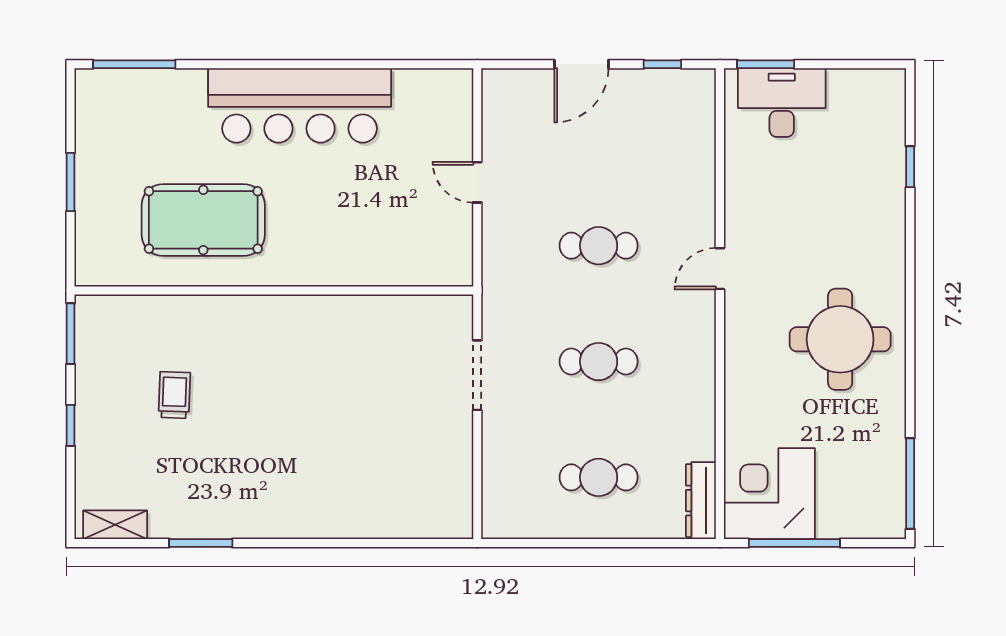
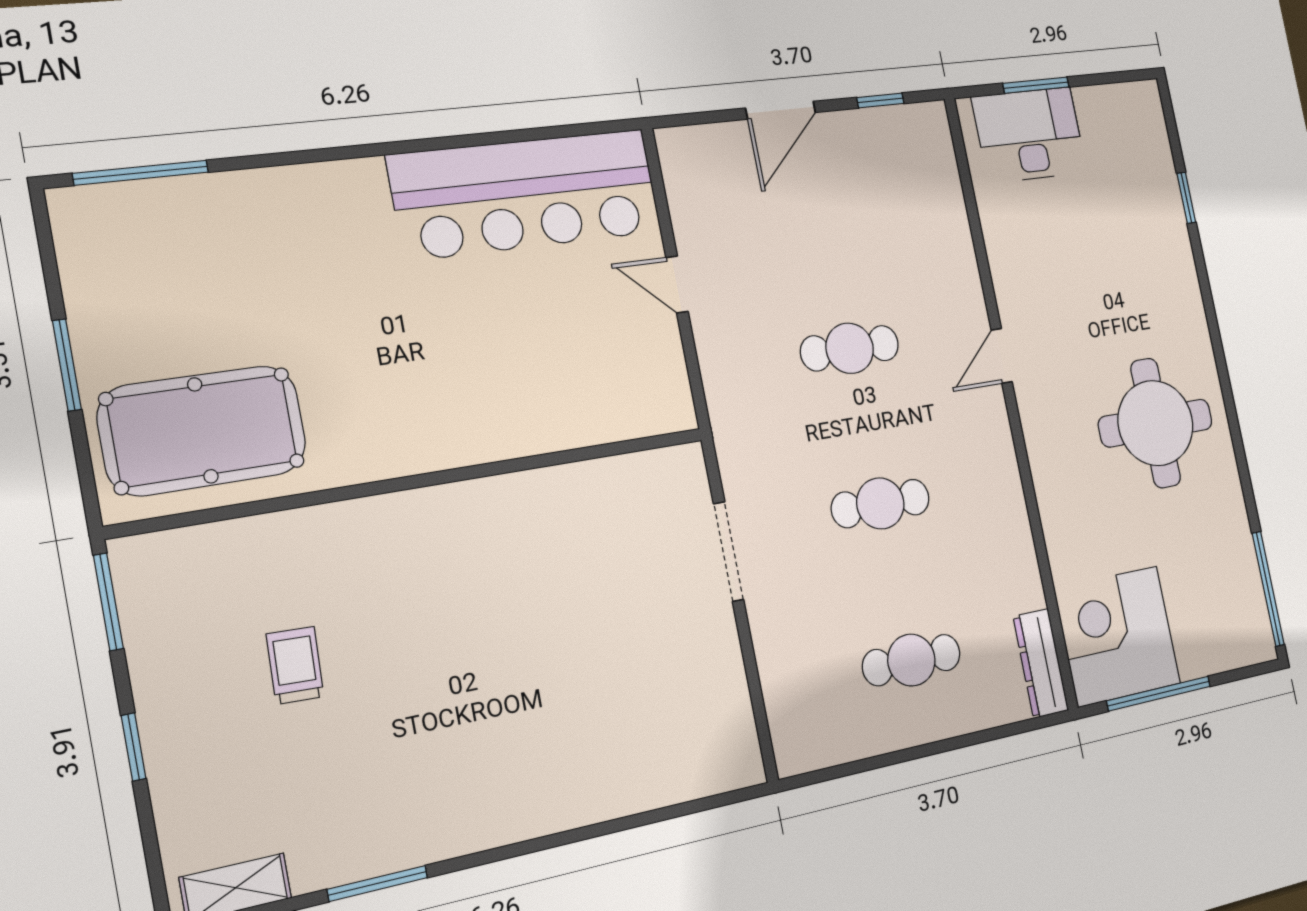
window: (766, 64) -> (1036, 85), moved
bar counter: (300, 105) -> (526, 194), moved
pool table: (203, 220) -> (203, 430), moved

